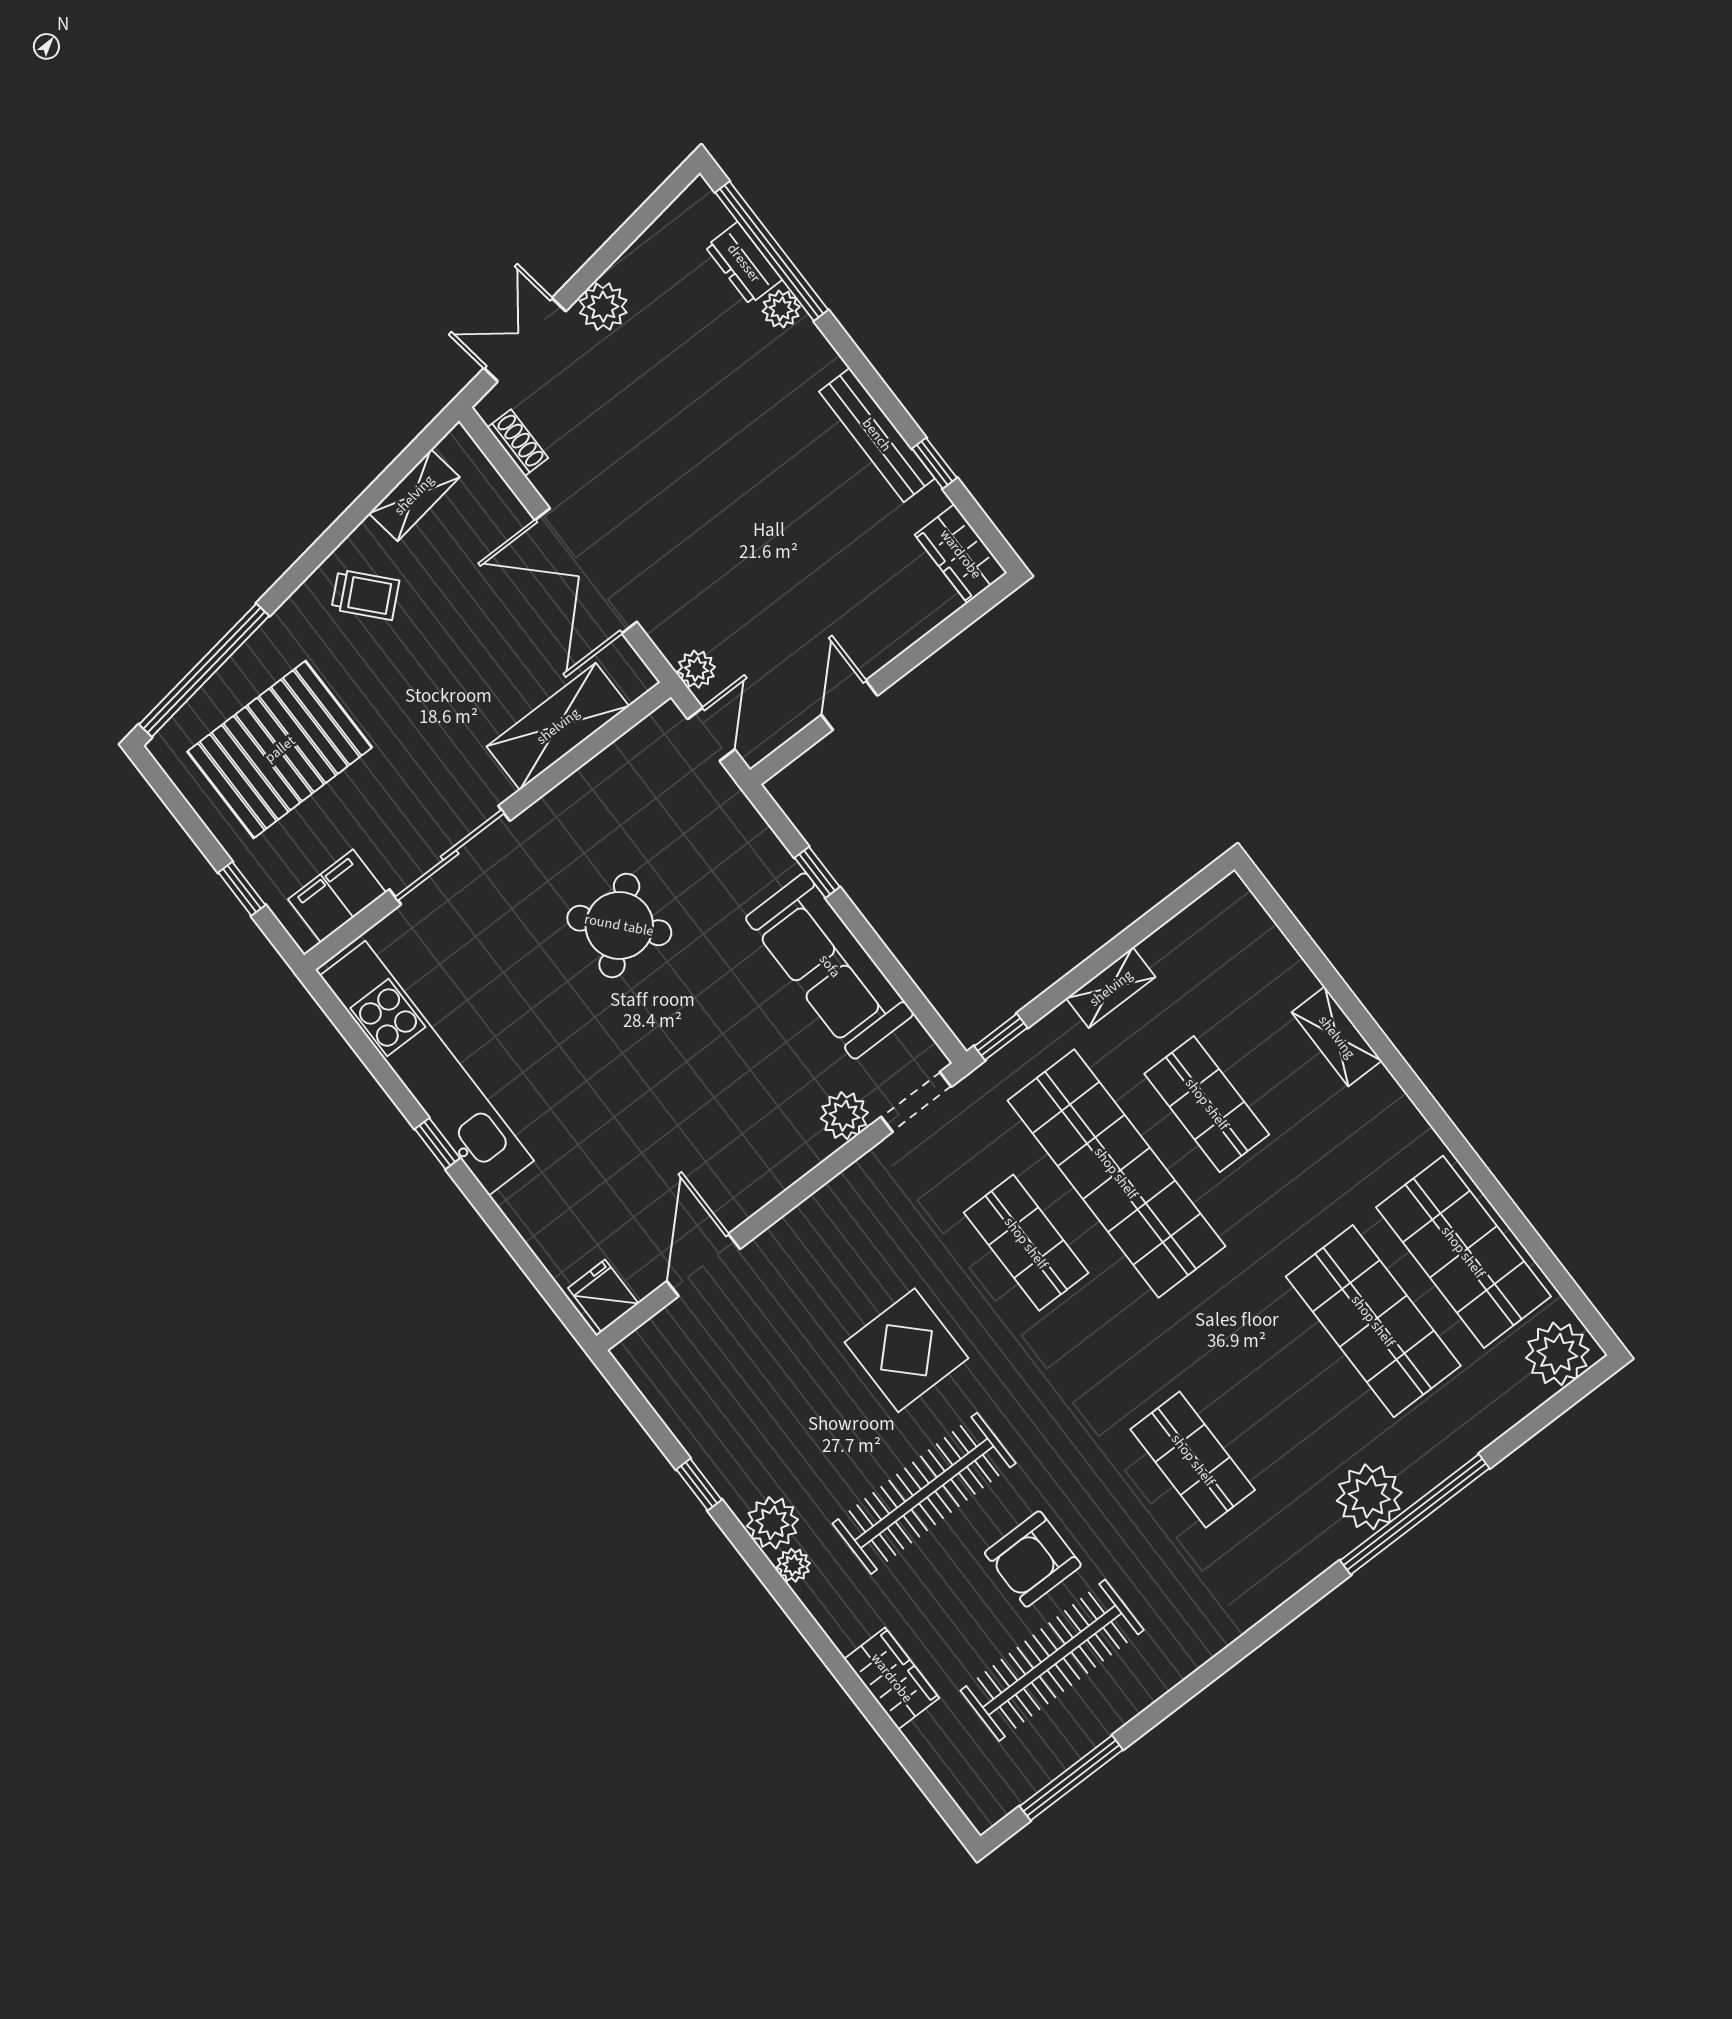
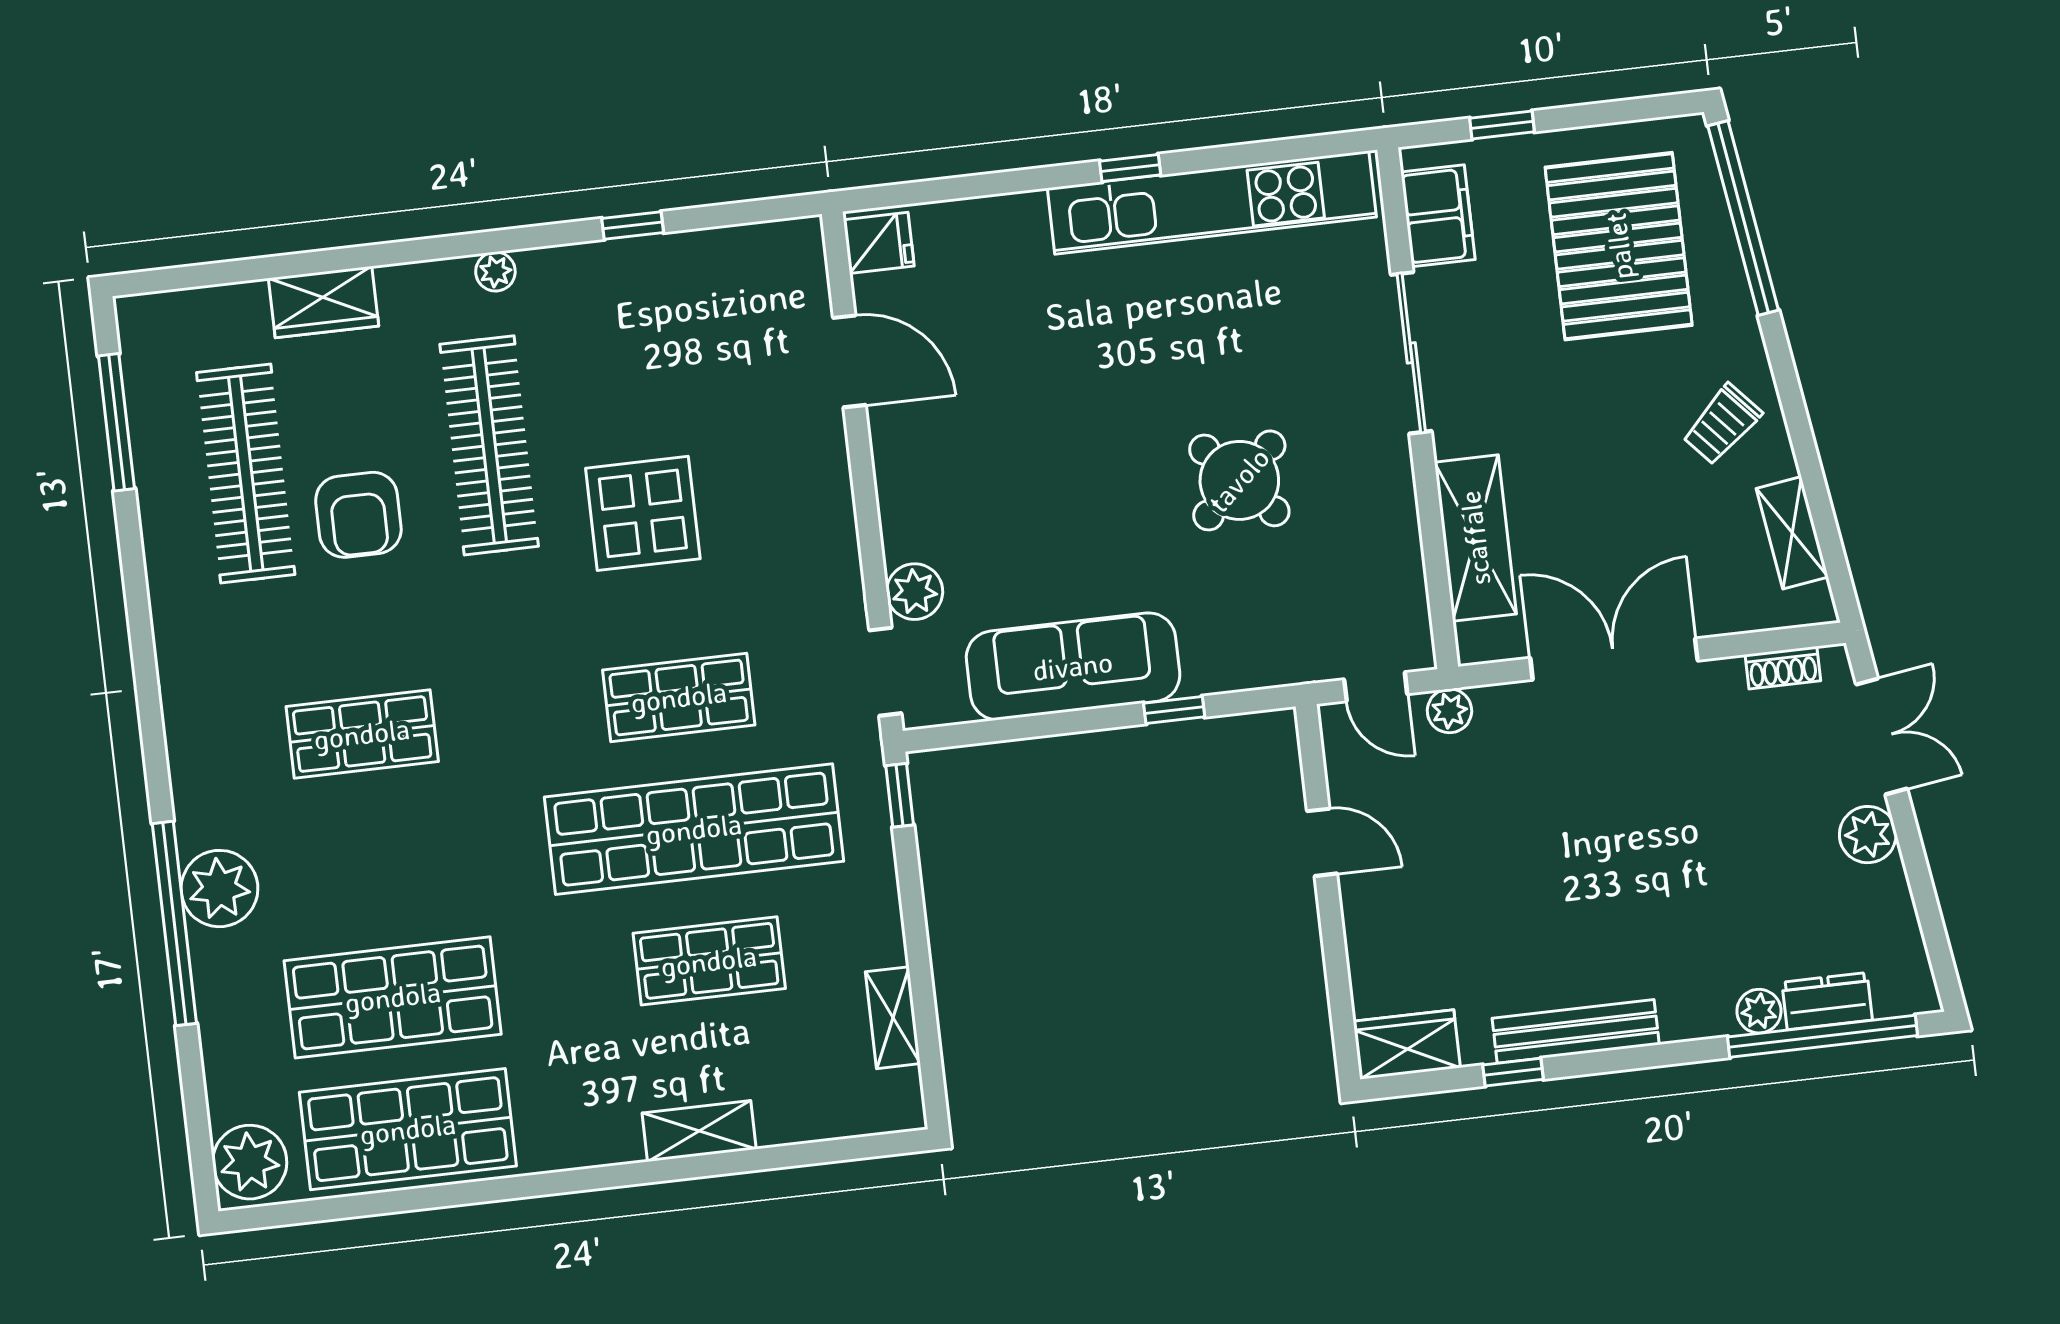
shelving: (1111, 988) -> (893, 1018), moved
plant: (772, 1523) -> (551, 276), removed
armchair: (1033, 1559) -> (358, 515), turned 180

